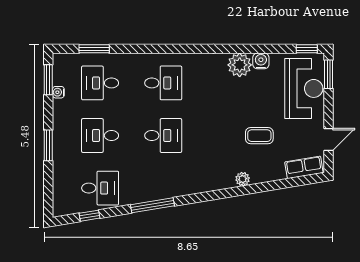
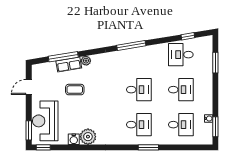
window: (94, 49) -> (148, 147), moved
desk: (163, 83) -> (139, 125), turned 180
desk: (163, 136) -> (139, 90), turned 180
window: (48, 145) -> (215, 63), moved
row of seats: (304, 167) -> (69, 64), moved
window: (277, 185) -> (63, 57), added
window: (152, 205) -> (131, 46), moved

